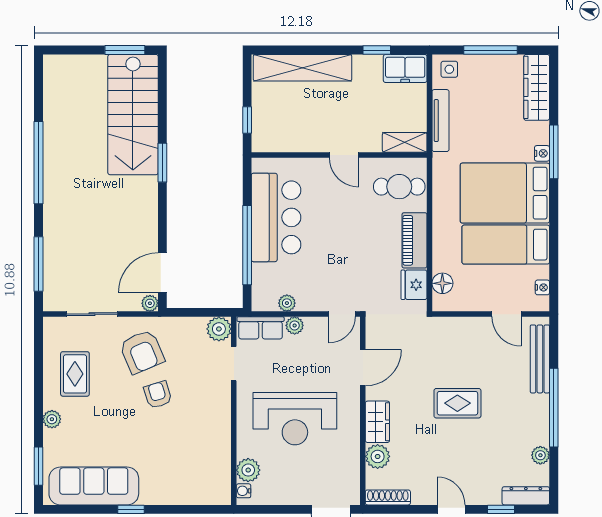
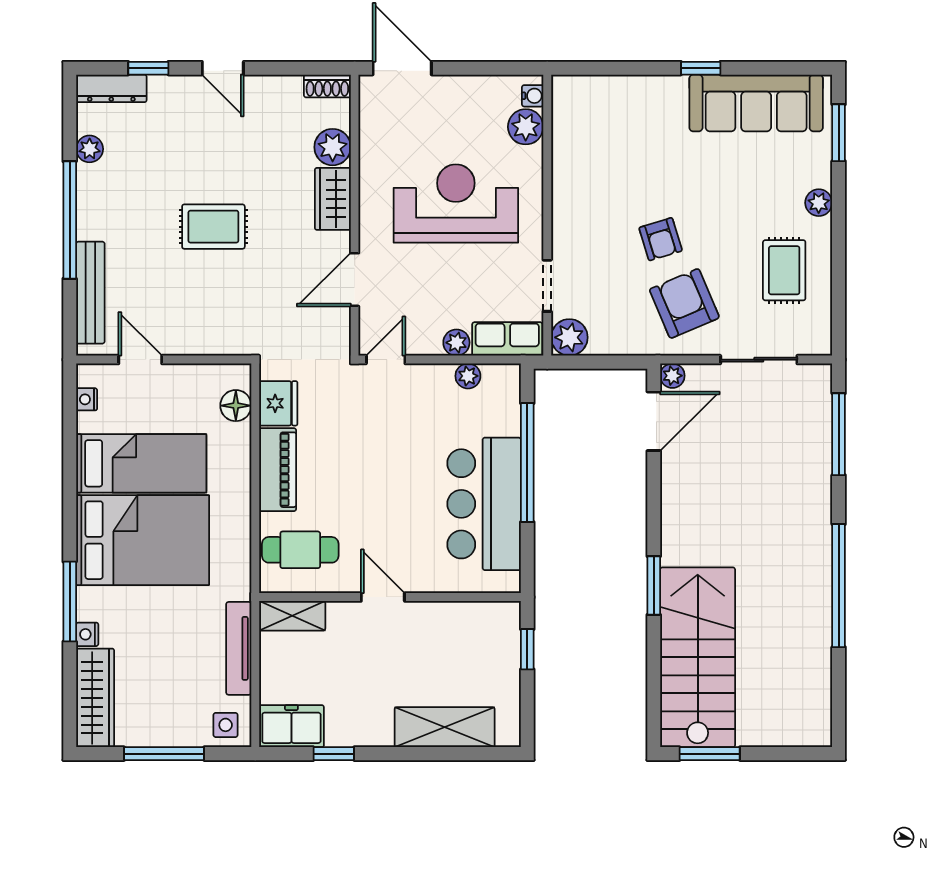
shelving: (303, 68) -> (445, 727), width x0.68
nightstand: (542, 153) -> (87, 634), moved
shoe rack: (388, 497) -> (327, 86), width x0.70

